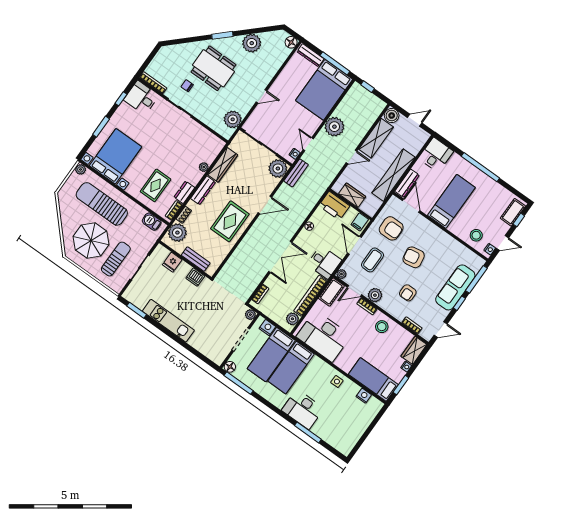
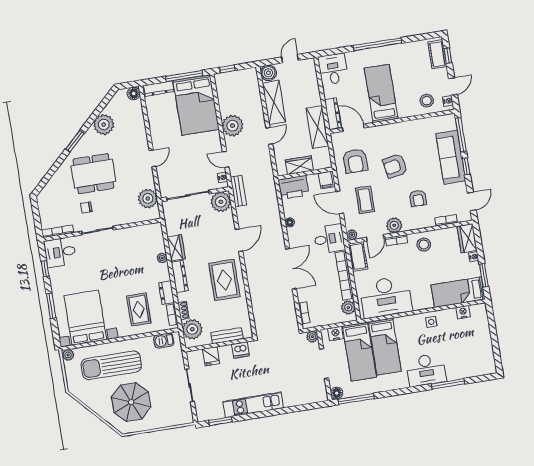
wardrobe: (223, 165) -> (176, 248), width x0.67
shelving: (393, 175) -> (317, 127), width x0.68
armchair: (391, 228) -> (355, 161), turned 90
sun lounger: (116, 259) -> (165, 397), removed

